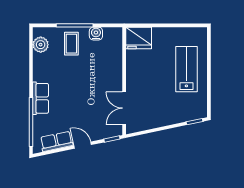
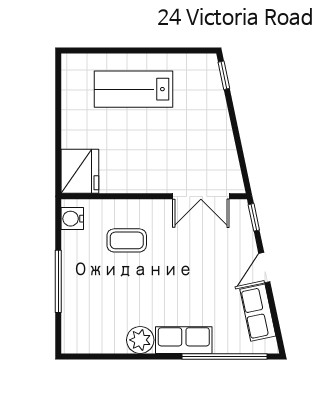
water cooler: (96, 34) -> (72, 219), moved
coffee table: (71, 44) -> (127, 240), moved
plant: (41, 45) -> (140, 340), moved

